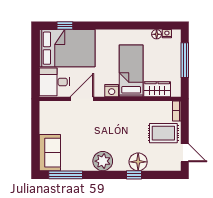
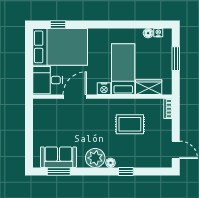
window: (185, 60) -> (176, 59), width x0.69
rug: (163, 133) -> (130, 124), moved
sofa: (50, 153) -> (58, 157), moved, turned -90
floor lamp: (138, 162) -> (111, 163), moved, width x0.53, depth x0.53
window: (66, 175) -> (59, 171), width x0.69

